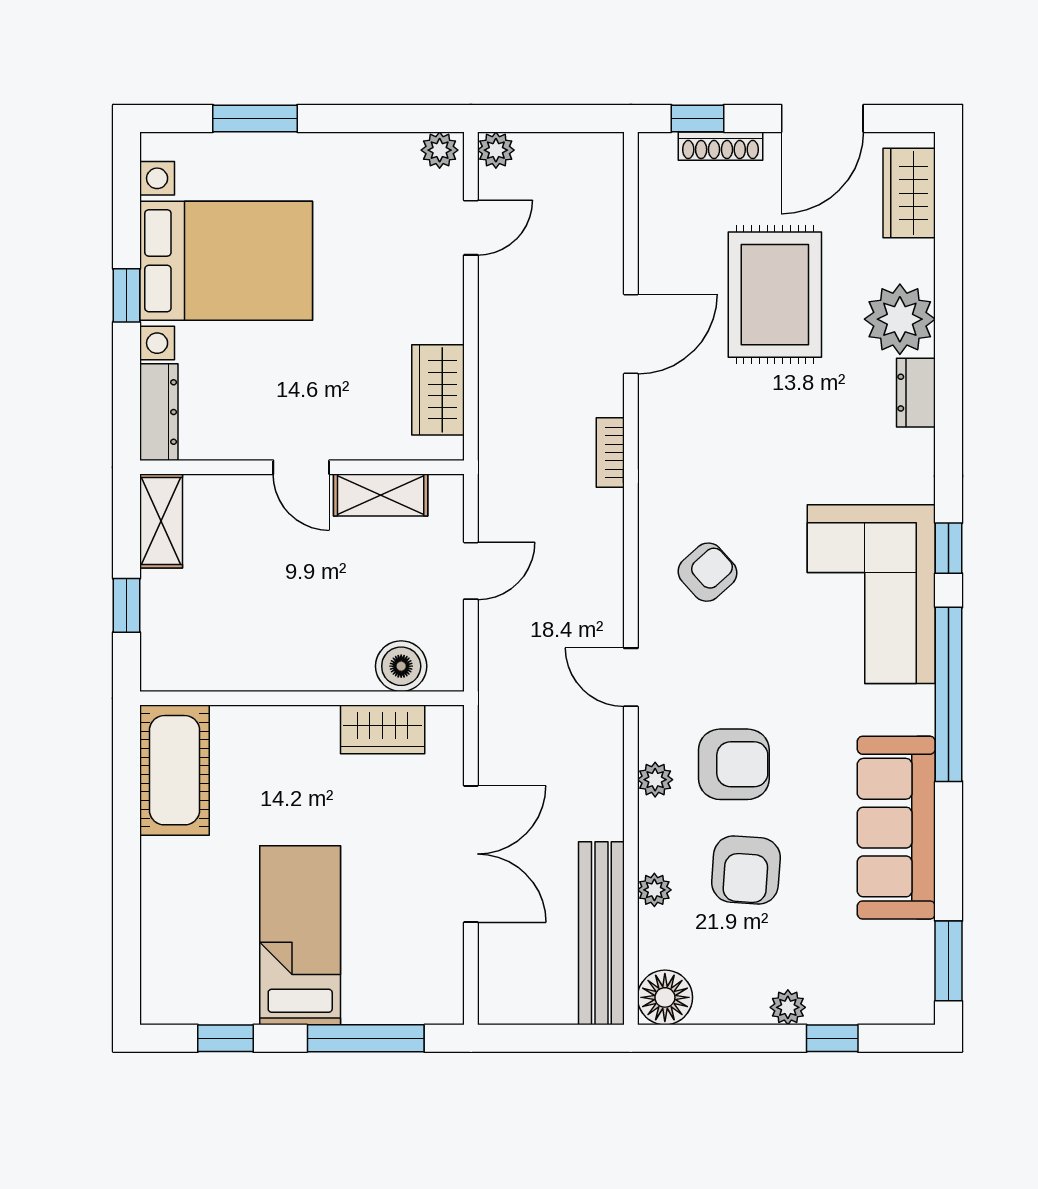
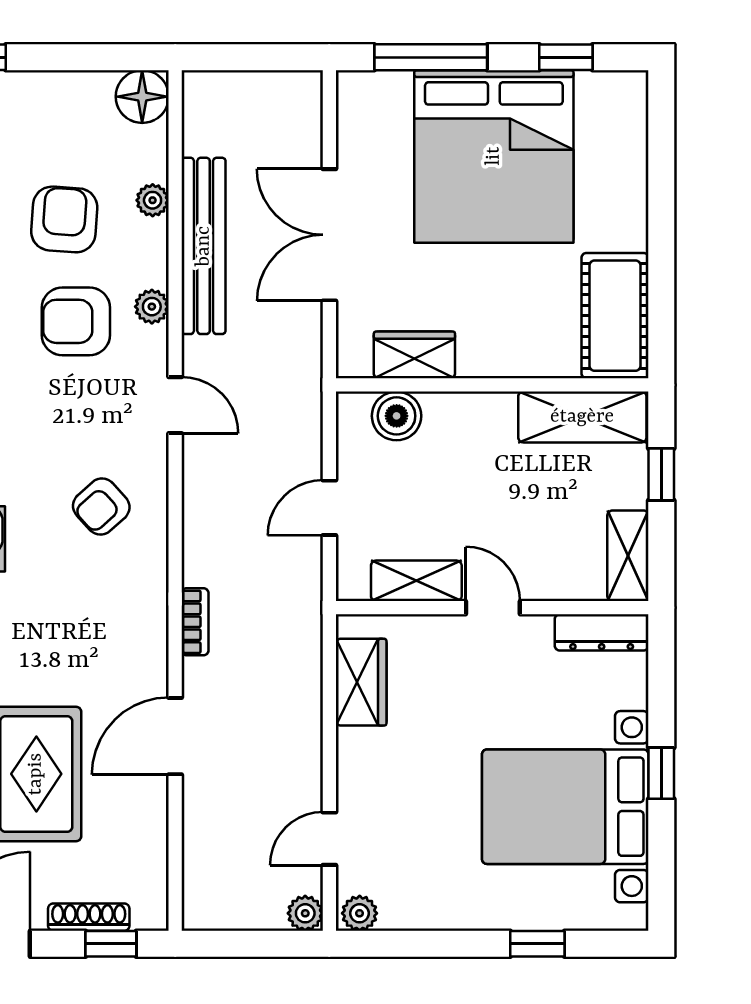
window: (255, 118) -> (537, 944), width x0.67
dresser: (159, 412) -> (602, 632), moved, turned -90
shelving: (208, 665) -> (582, 417), added
bench: (601, 933) -> (204, 246), moved
bed: (300, 935) -> (494, 156), width x2.04
plant: (788, 1007) -> (24, 87), removed

